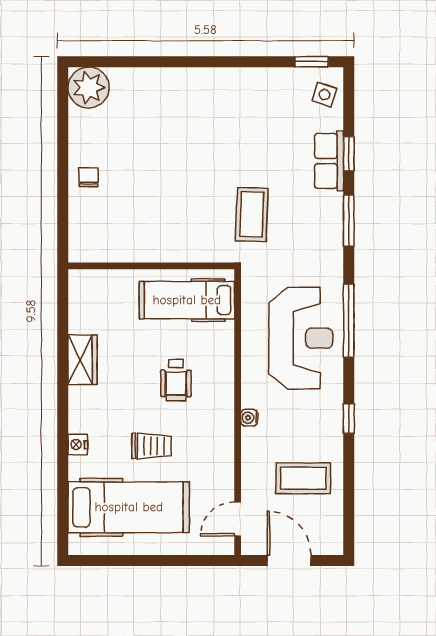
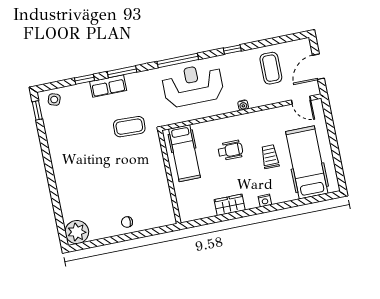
row of seats: (329, 161) -> (108, 86), moved
nightstand: (78, 445) -> (265, 201), moved

